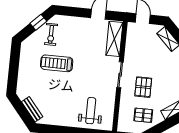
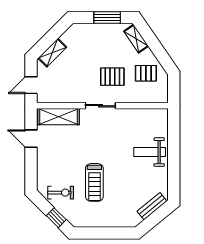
window: (38, 22) -> (56, 218), moved
weight bench: (91, 111) -> (150, 152), moved
pallet: (143, 115) -> (146, 73), turned 90

